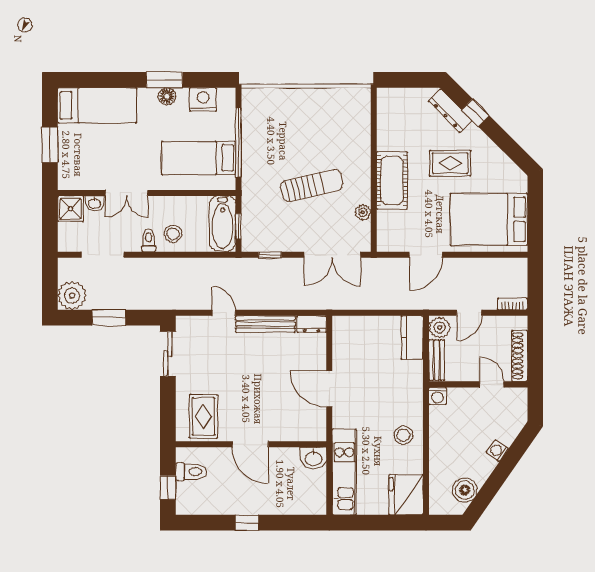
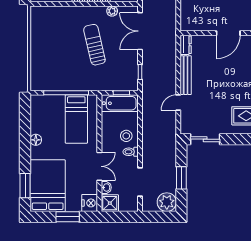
window: (164, 80) -> (25, 186), moved
nightstand: (203, 99) -> (90, 203), moved, turned 180
bed: (97, 105) -> (48, 186), width x1.50
double door: (332, 255) -> (140, 31), swing flipped

